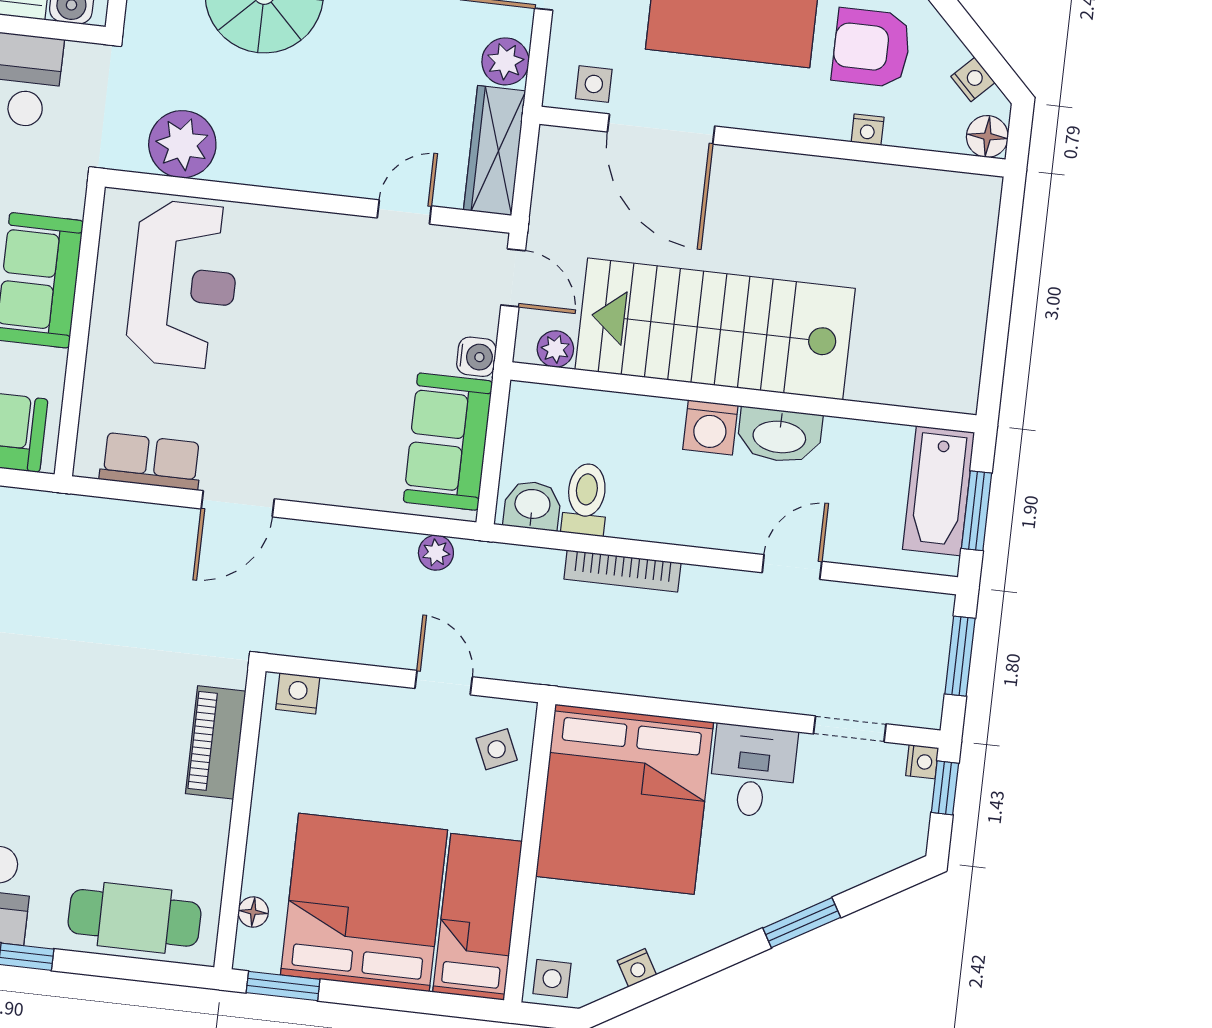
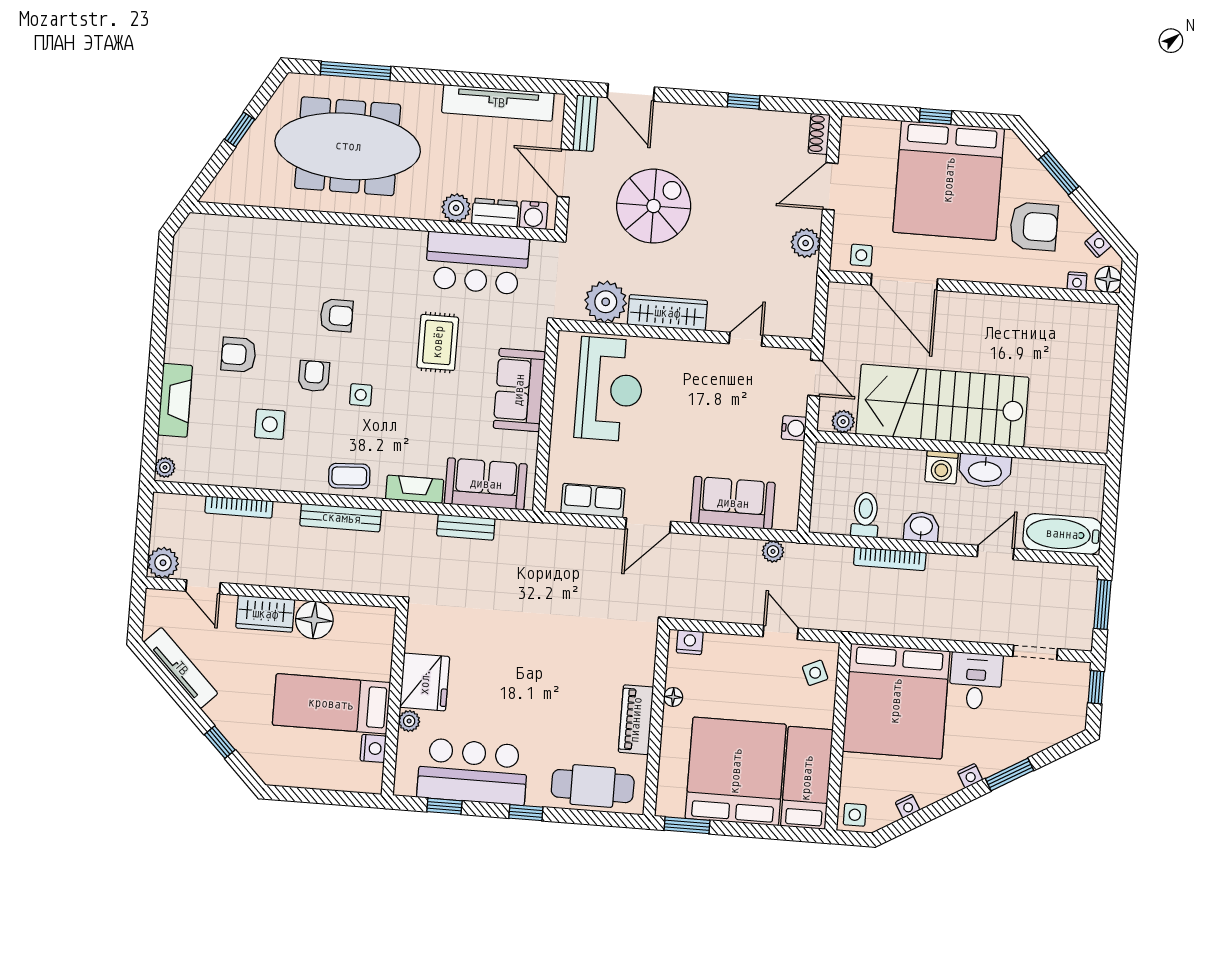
armchair: (871, 48) -> (1034, 227), turned 180
nightstand: (868, 130) -> (1077, 281), moved
wardrobe: (495, 150) -> (667, 313), moved, turned 90
sofa: (448, 442) -> (733, 503), moved, turned 90
bathtub: (938, 491) -> (1062, 534), moved, turned 90
washbasin: (532, 505) -> (921, 527), moved
window: (977, 511) -> (1110, 513), removed
piano: (216, 742) -> (636, 720), moved
nightstand: (922, 762) -> (970, 776), moved, turned 60
floor lamp: (253, 912) -> (673, 697), moved

